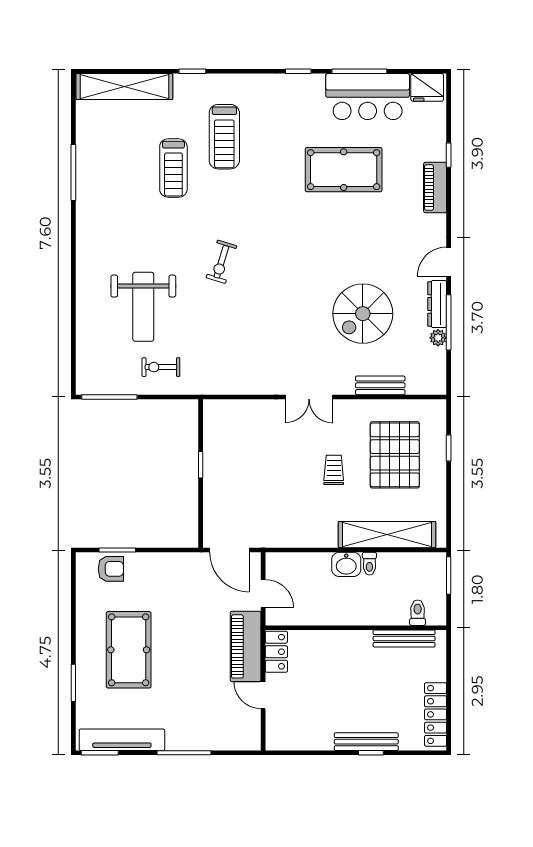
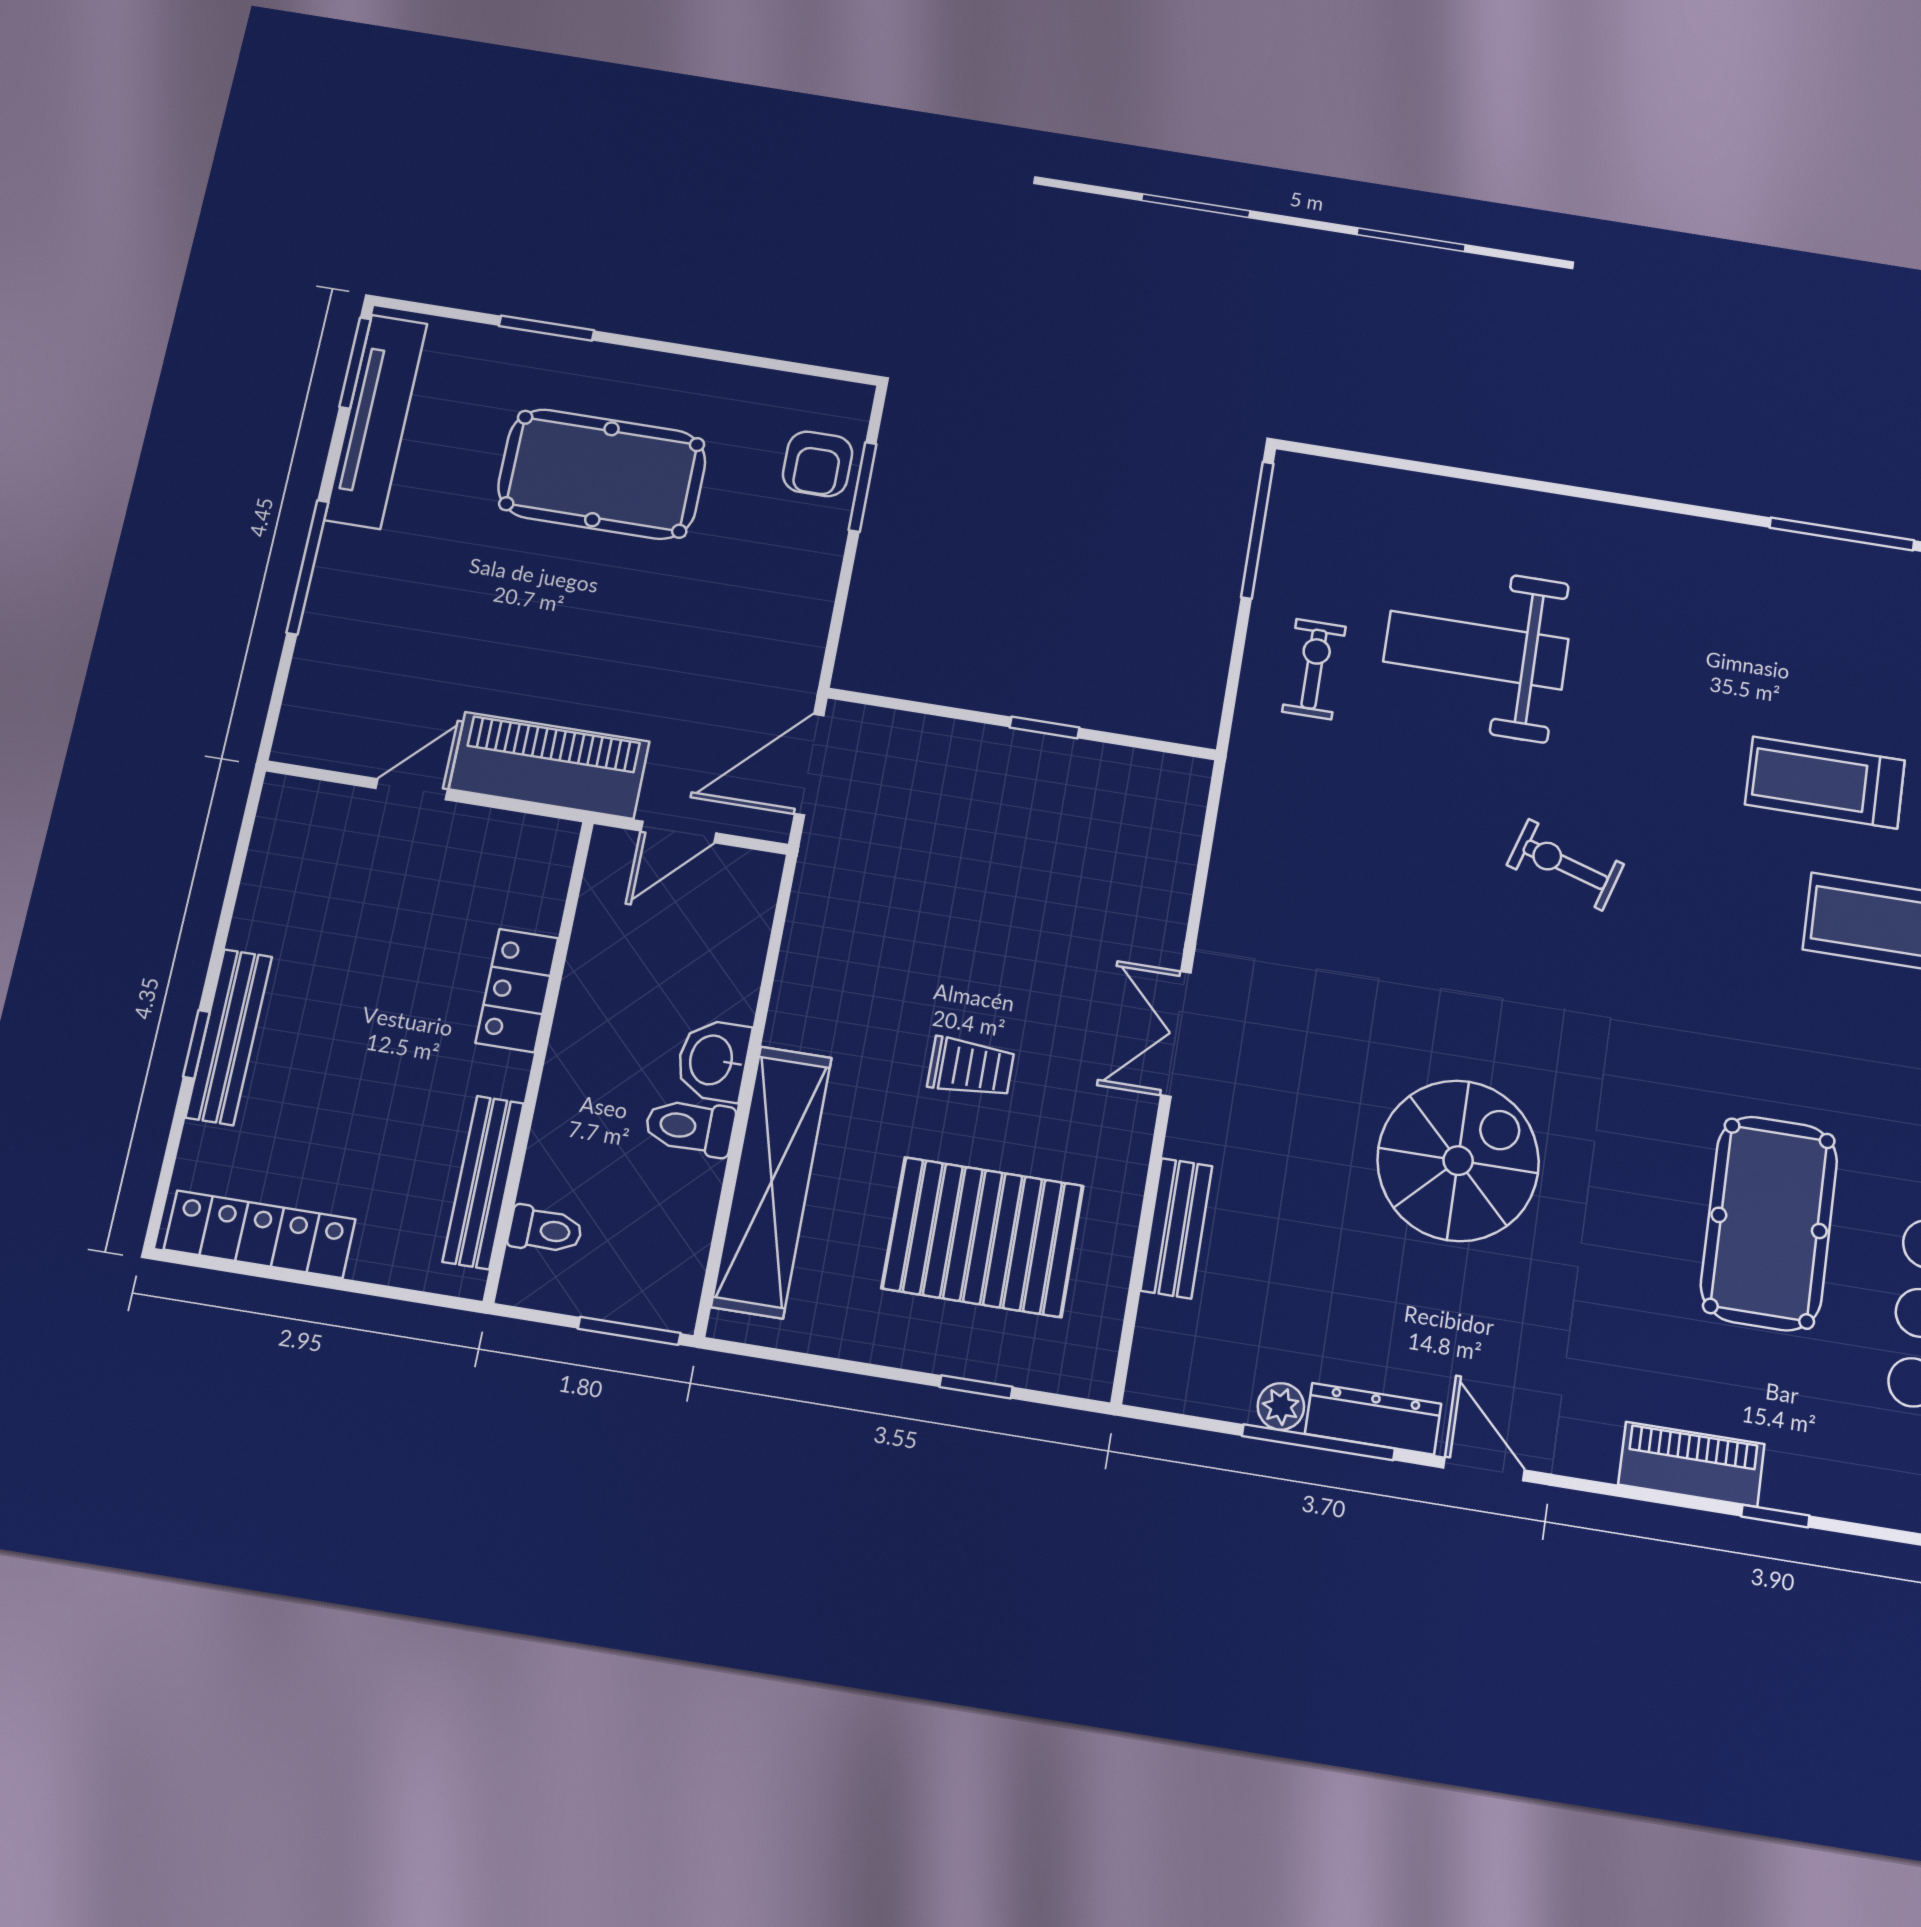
spiral stairs: (363, 314) -> (1458, 1161), moved, turned 90
toilet: (369, 564) -> (690, 1127), width x1.37, depth x1.39
locker: (276, 652) -> (517, 990), moved, turned 90

